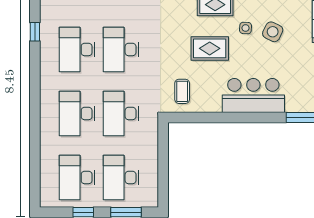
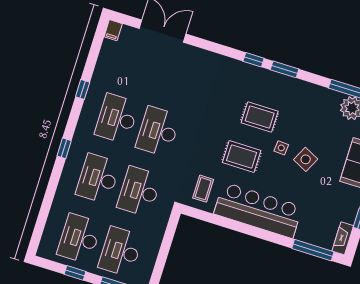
window: (35, 94) -> (64, 148), added
bar counter: (253, 96) -> (258, 210), width x1.36

